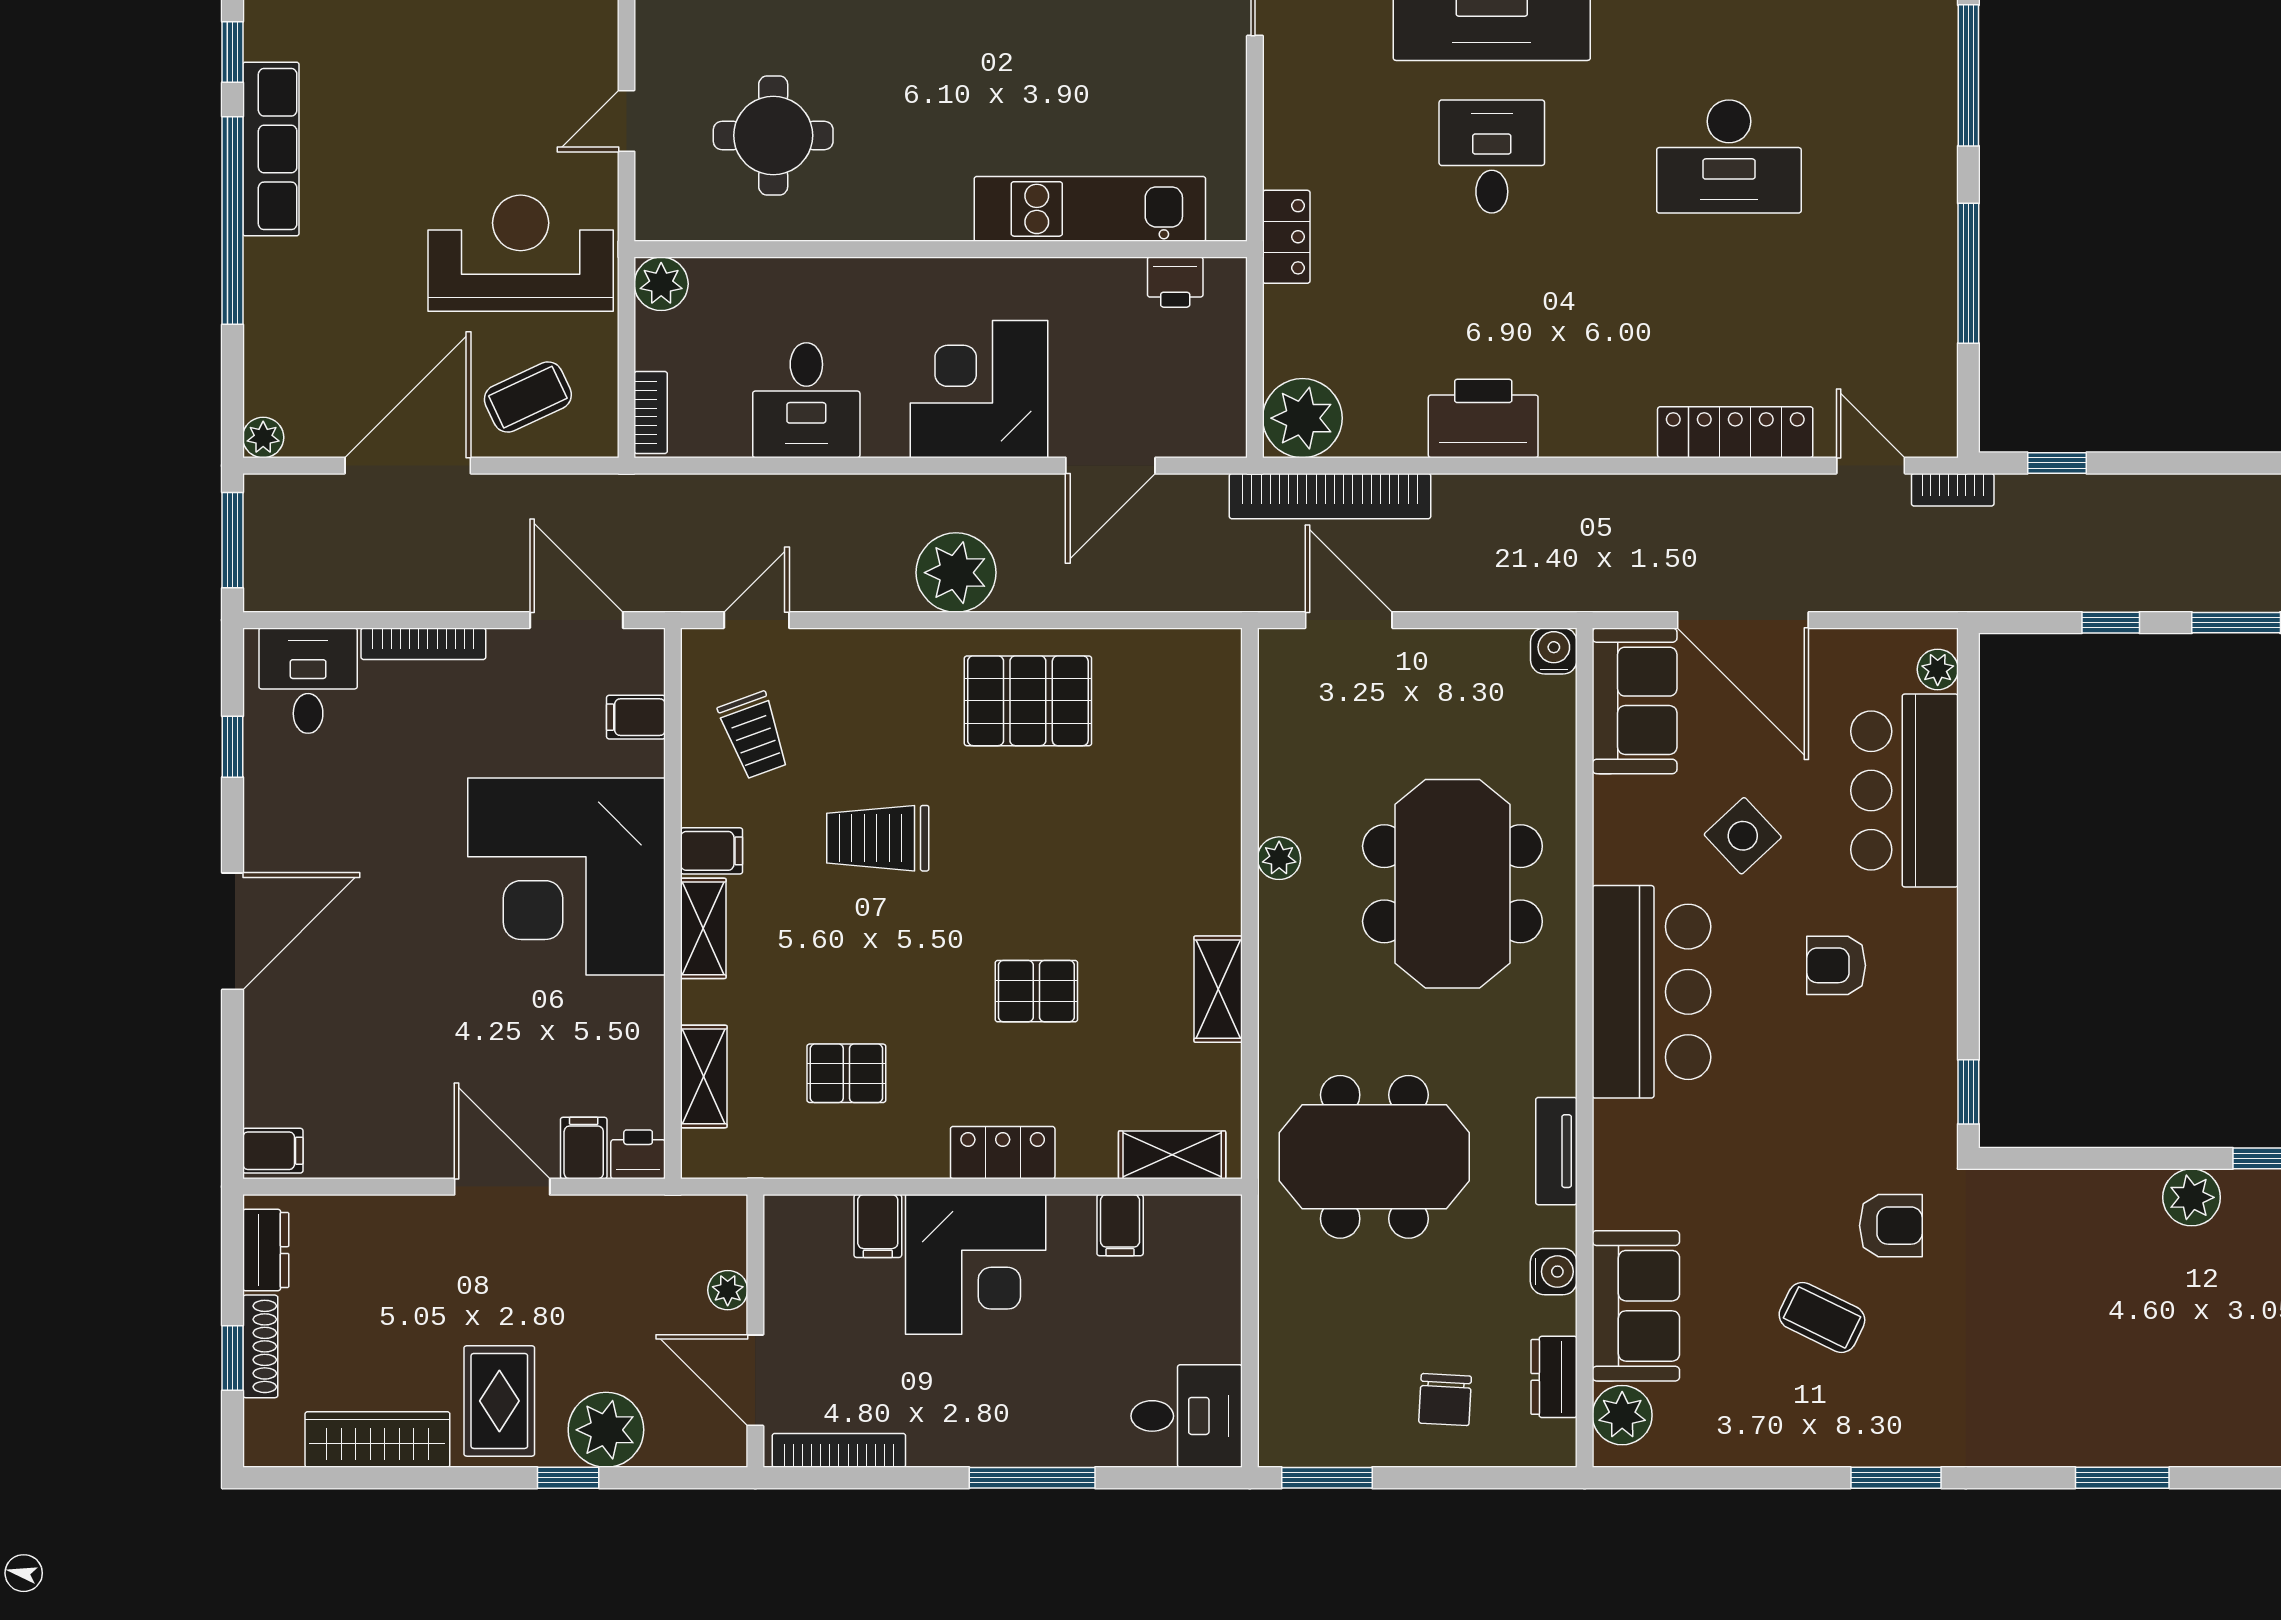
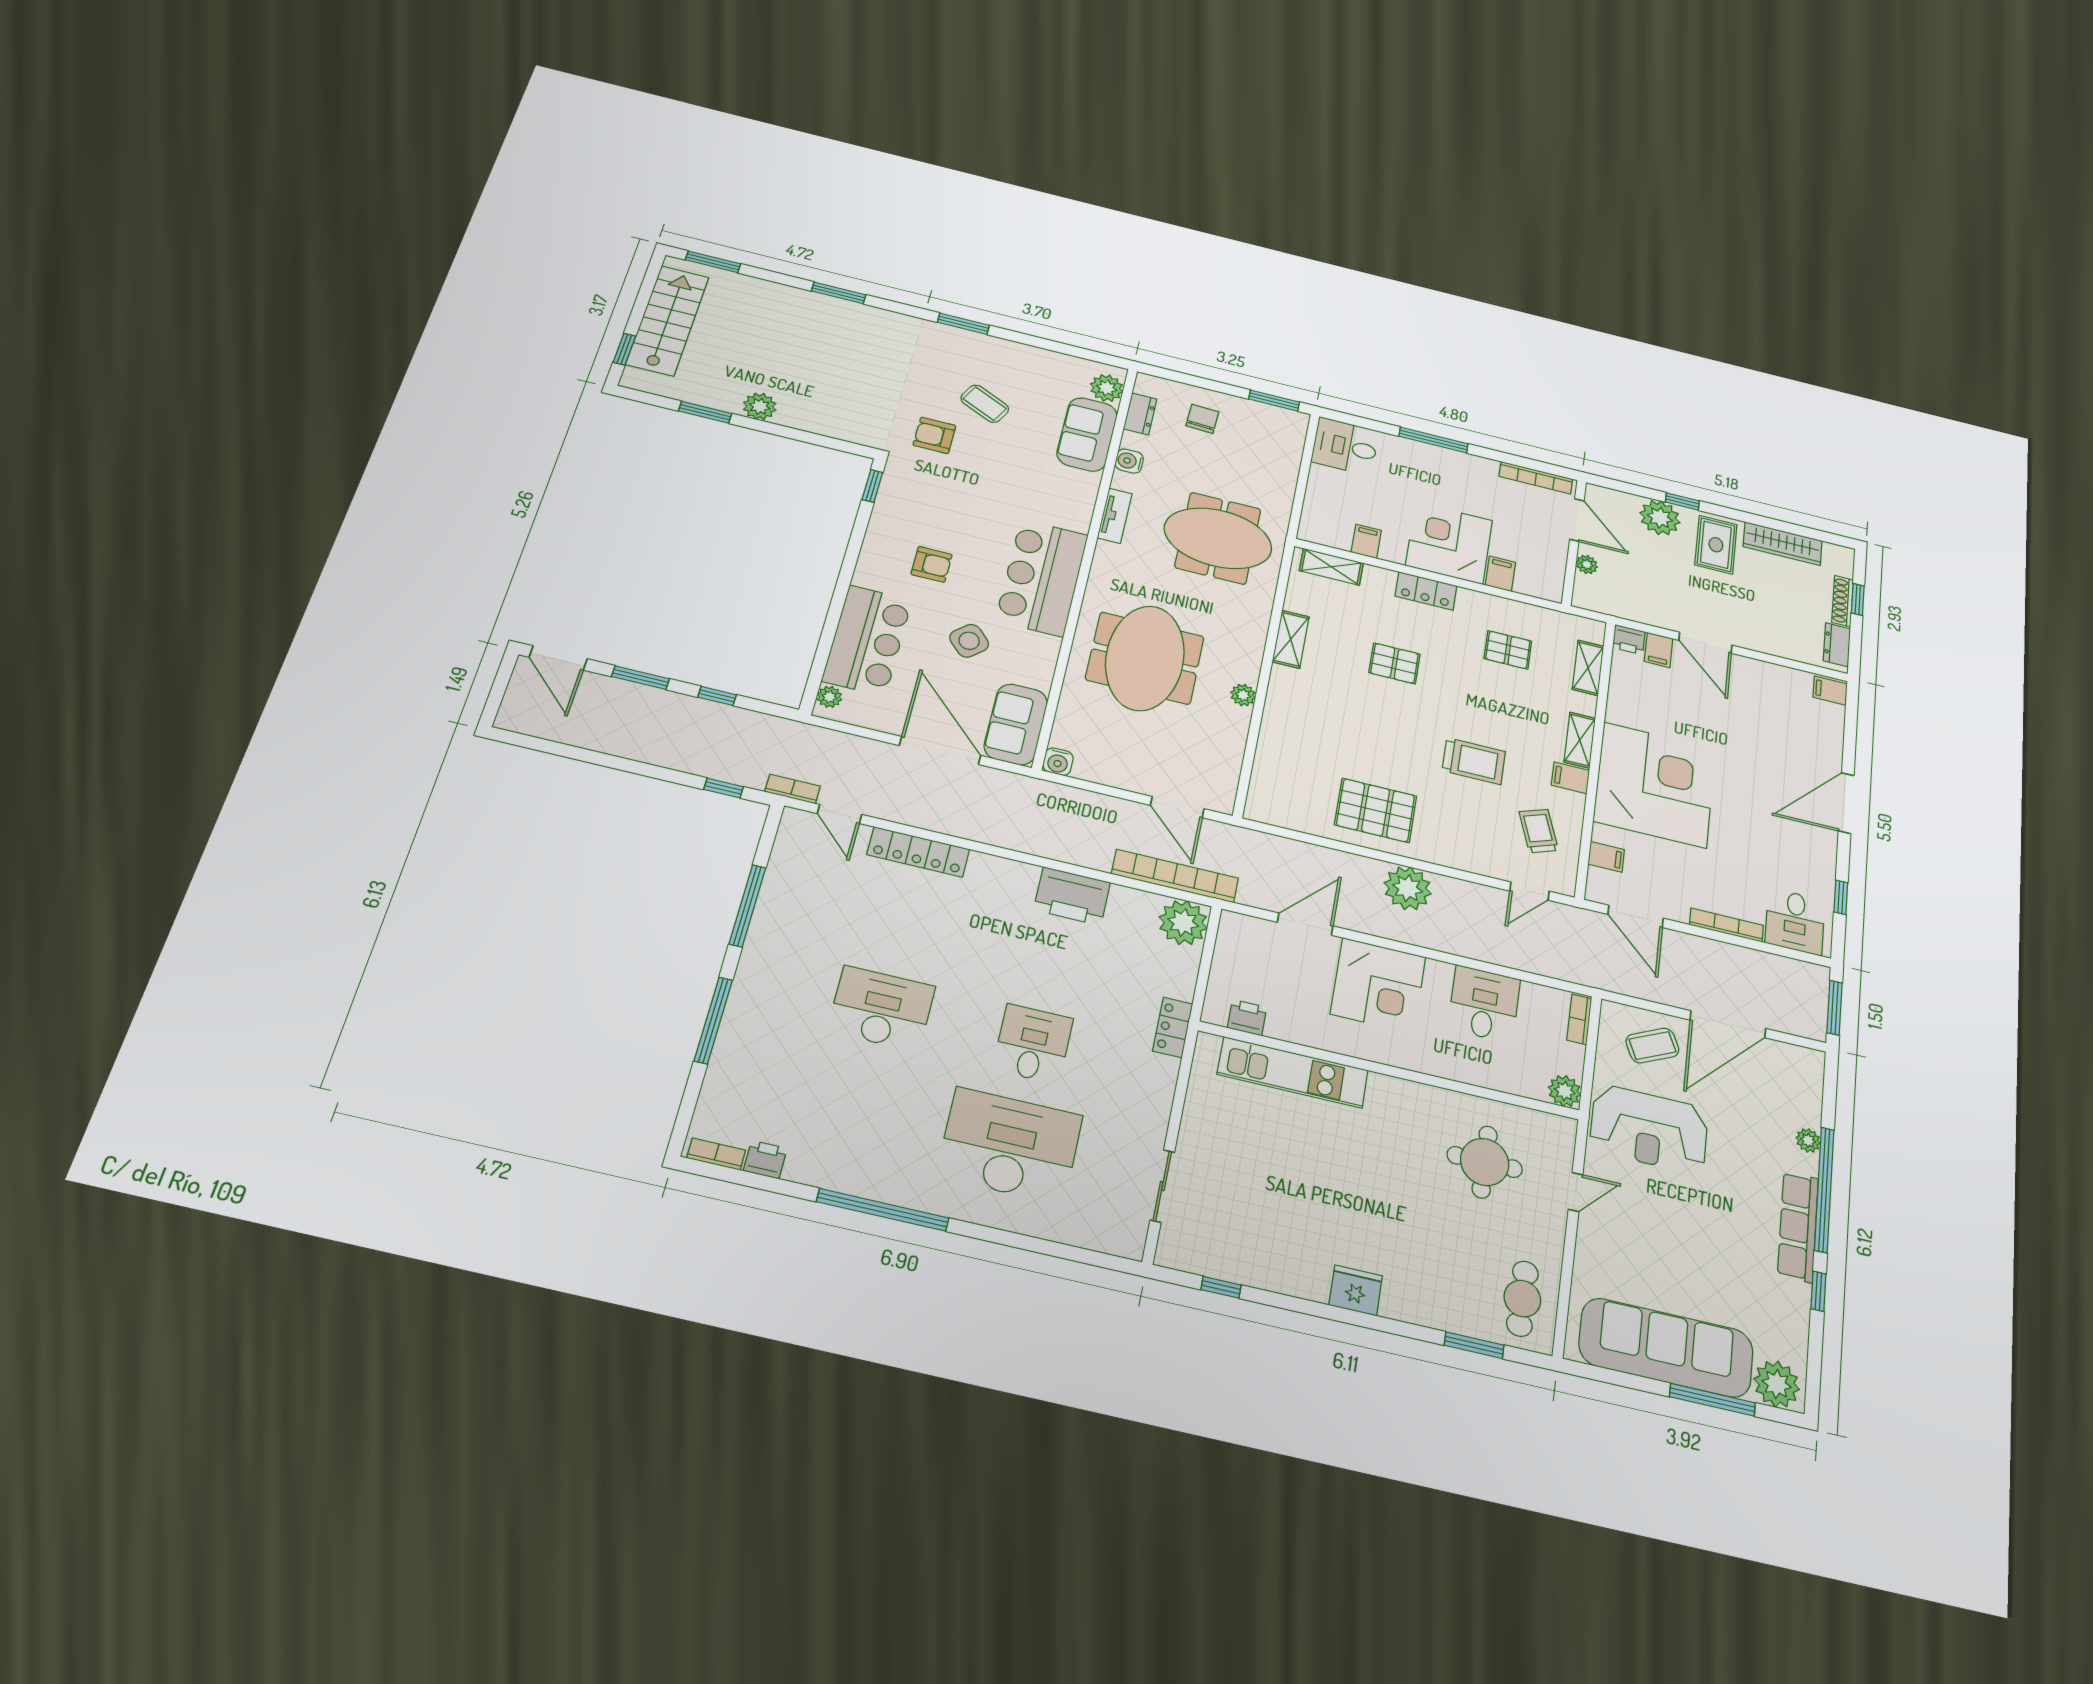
desk: (1492, 156) -> (1033, 1044), turned 180
plant: (263, 437) -> (1808, 1140), moved

